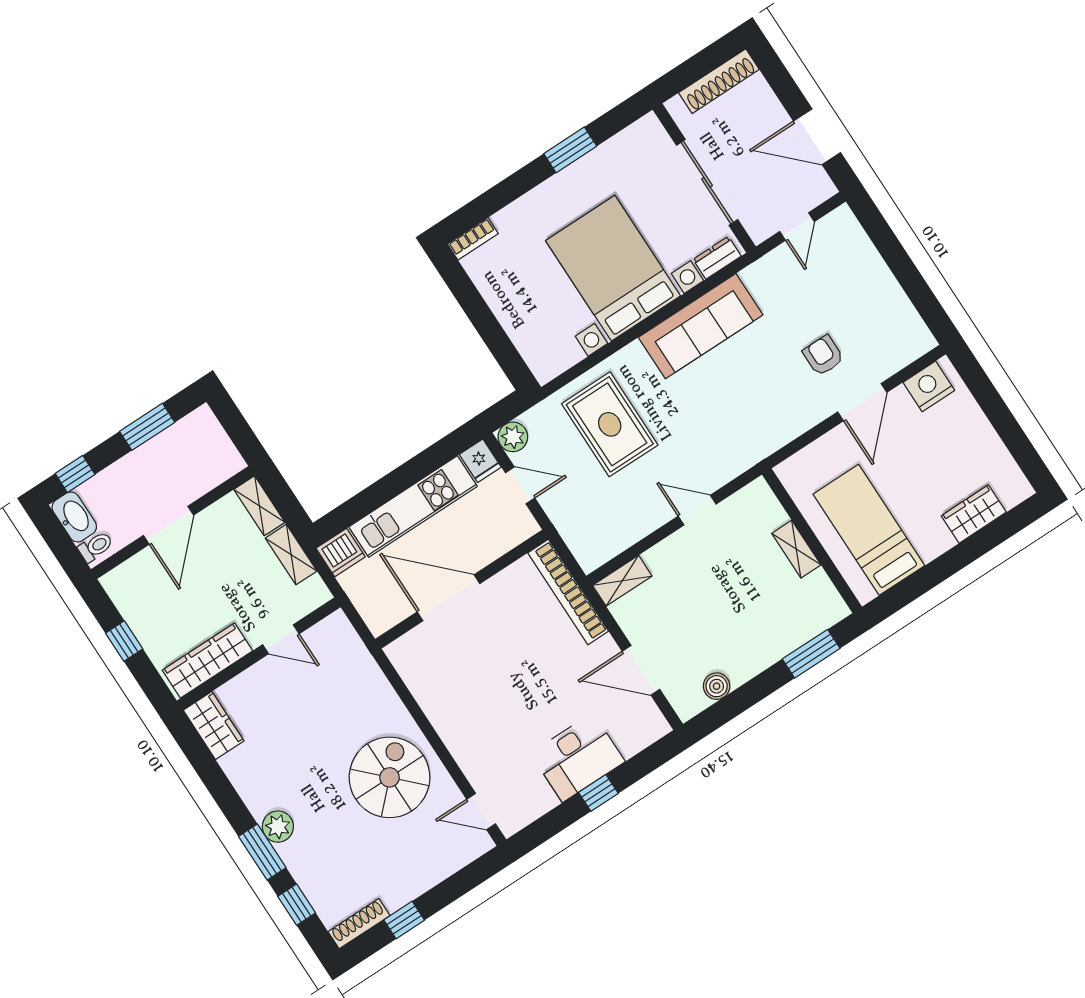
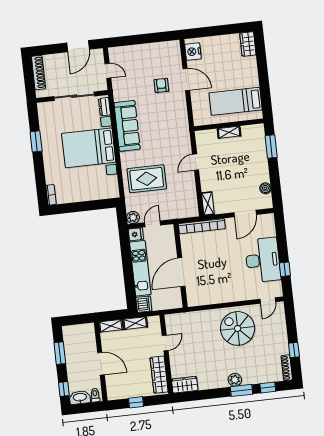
armchair: (823, 355) -> (161, 85), turned 90
wardrobe: (974, 514) -> (248, 44), moved
desk: (578, 757) -> (263, 260), width x1.36, depth x1.30
window: (598, 793) -> (285, 269), moved

